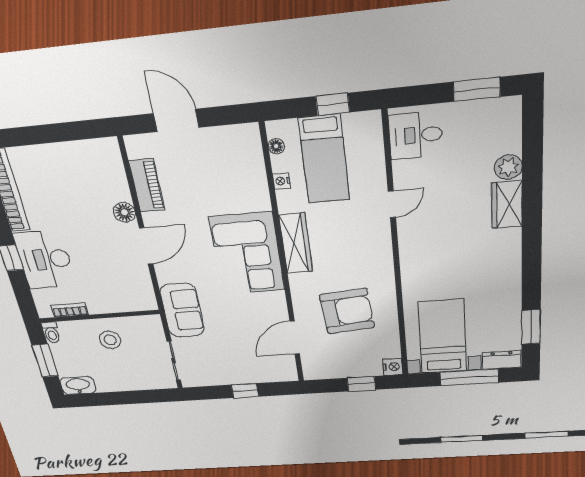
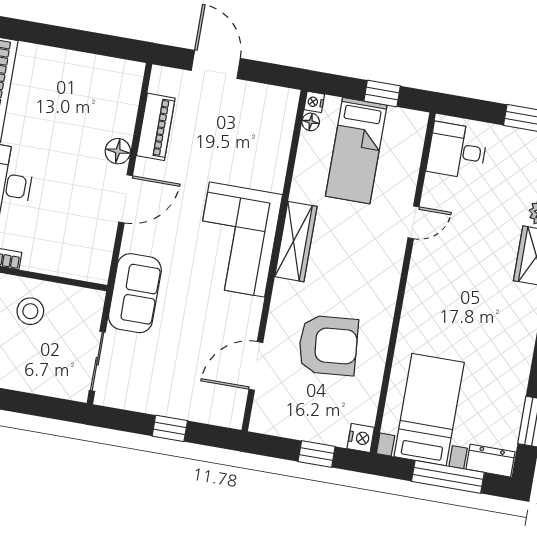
nightstand: (281, 181) -> (314, 102), moved

